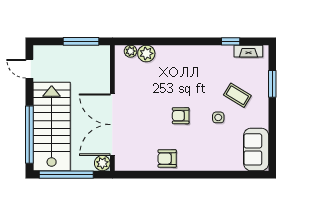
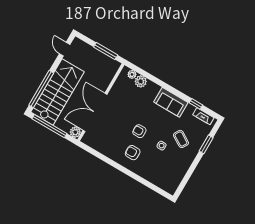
sofa: (256, 149) -> (171, 102), moved, turned -90
armchair: (167, 159) -> (133, 153), moved

